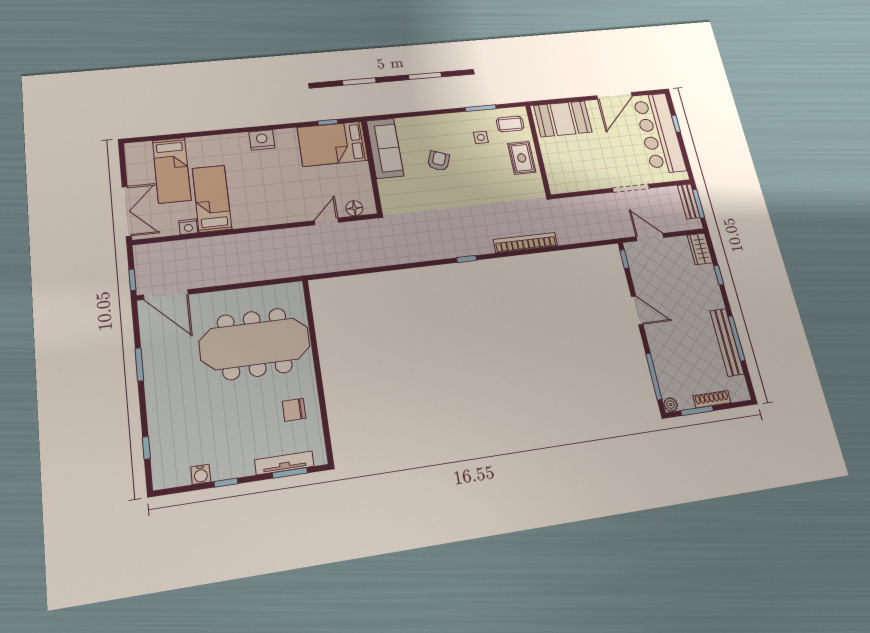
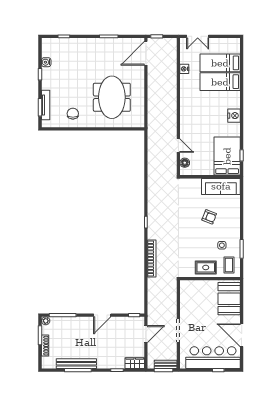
bed: (212, 199) -> (220, 82), moved, turned 180
double door: (127, 211) -> (198, 36), width x0.73
meeting table: (255, 344) -> (112, 97), width x0.73

